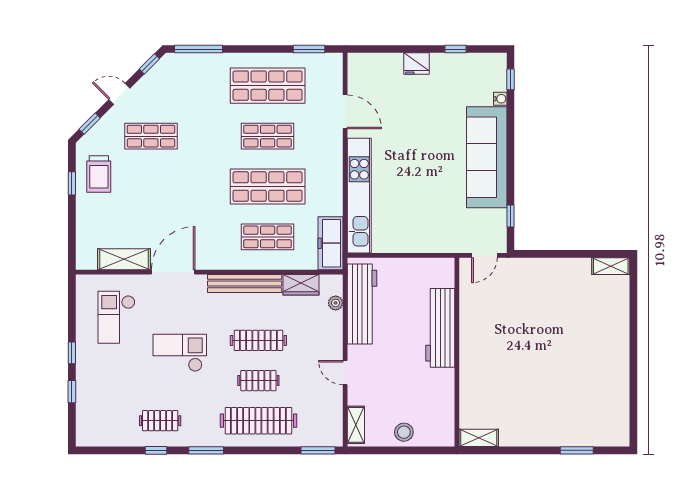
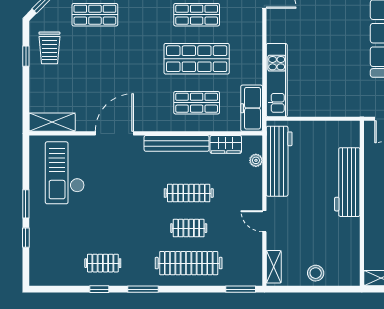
kitchen unit: (359, 196) -> (277, 80), width x0.73
shelving: (124, 259) -> (52, 122), moved
checkout: (116, 317) -> (65, 173), width x1.36, depth x1.21
window: (72, 353) -> (26, 204), width x1.50
checkout: (180, 353) -> (120, 204), removed

